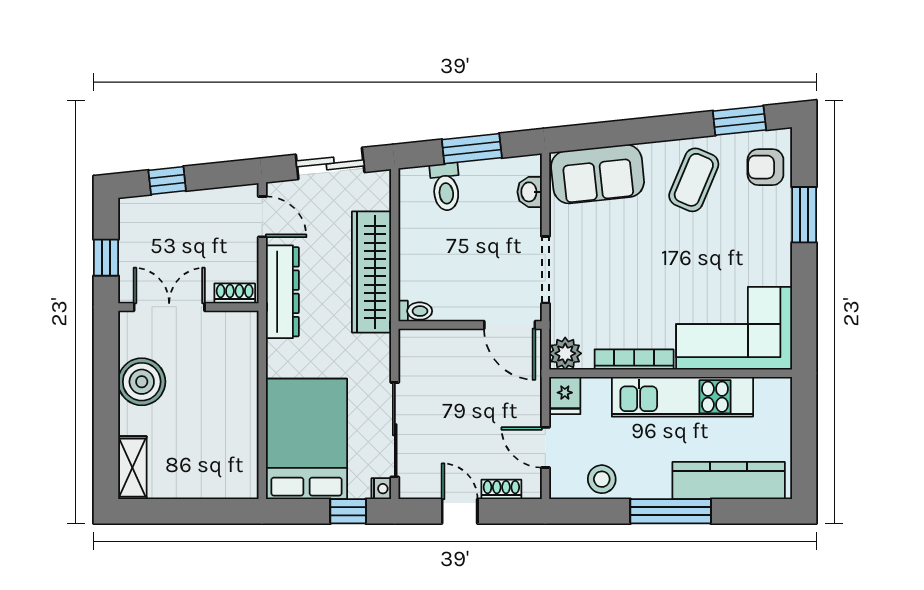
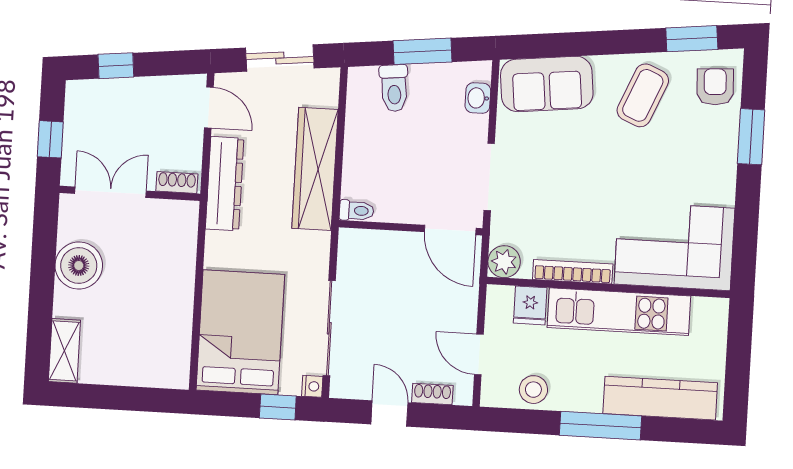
armchair: (765, 167) -> (715, 87), turned 87
fridge: (565, 396) -> (530, 305), moved

